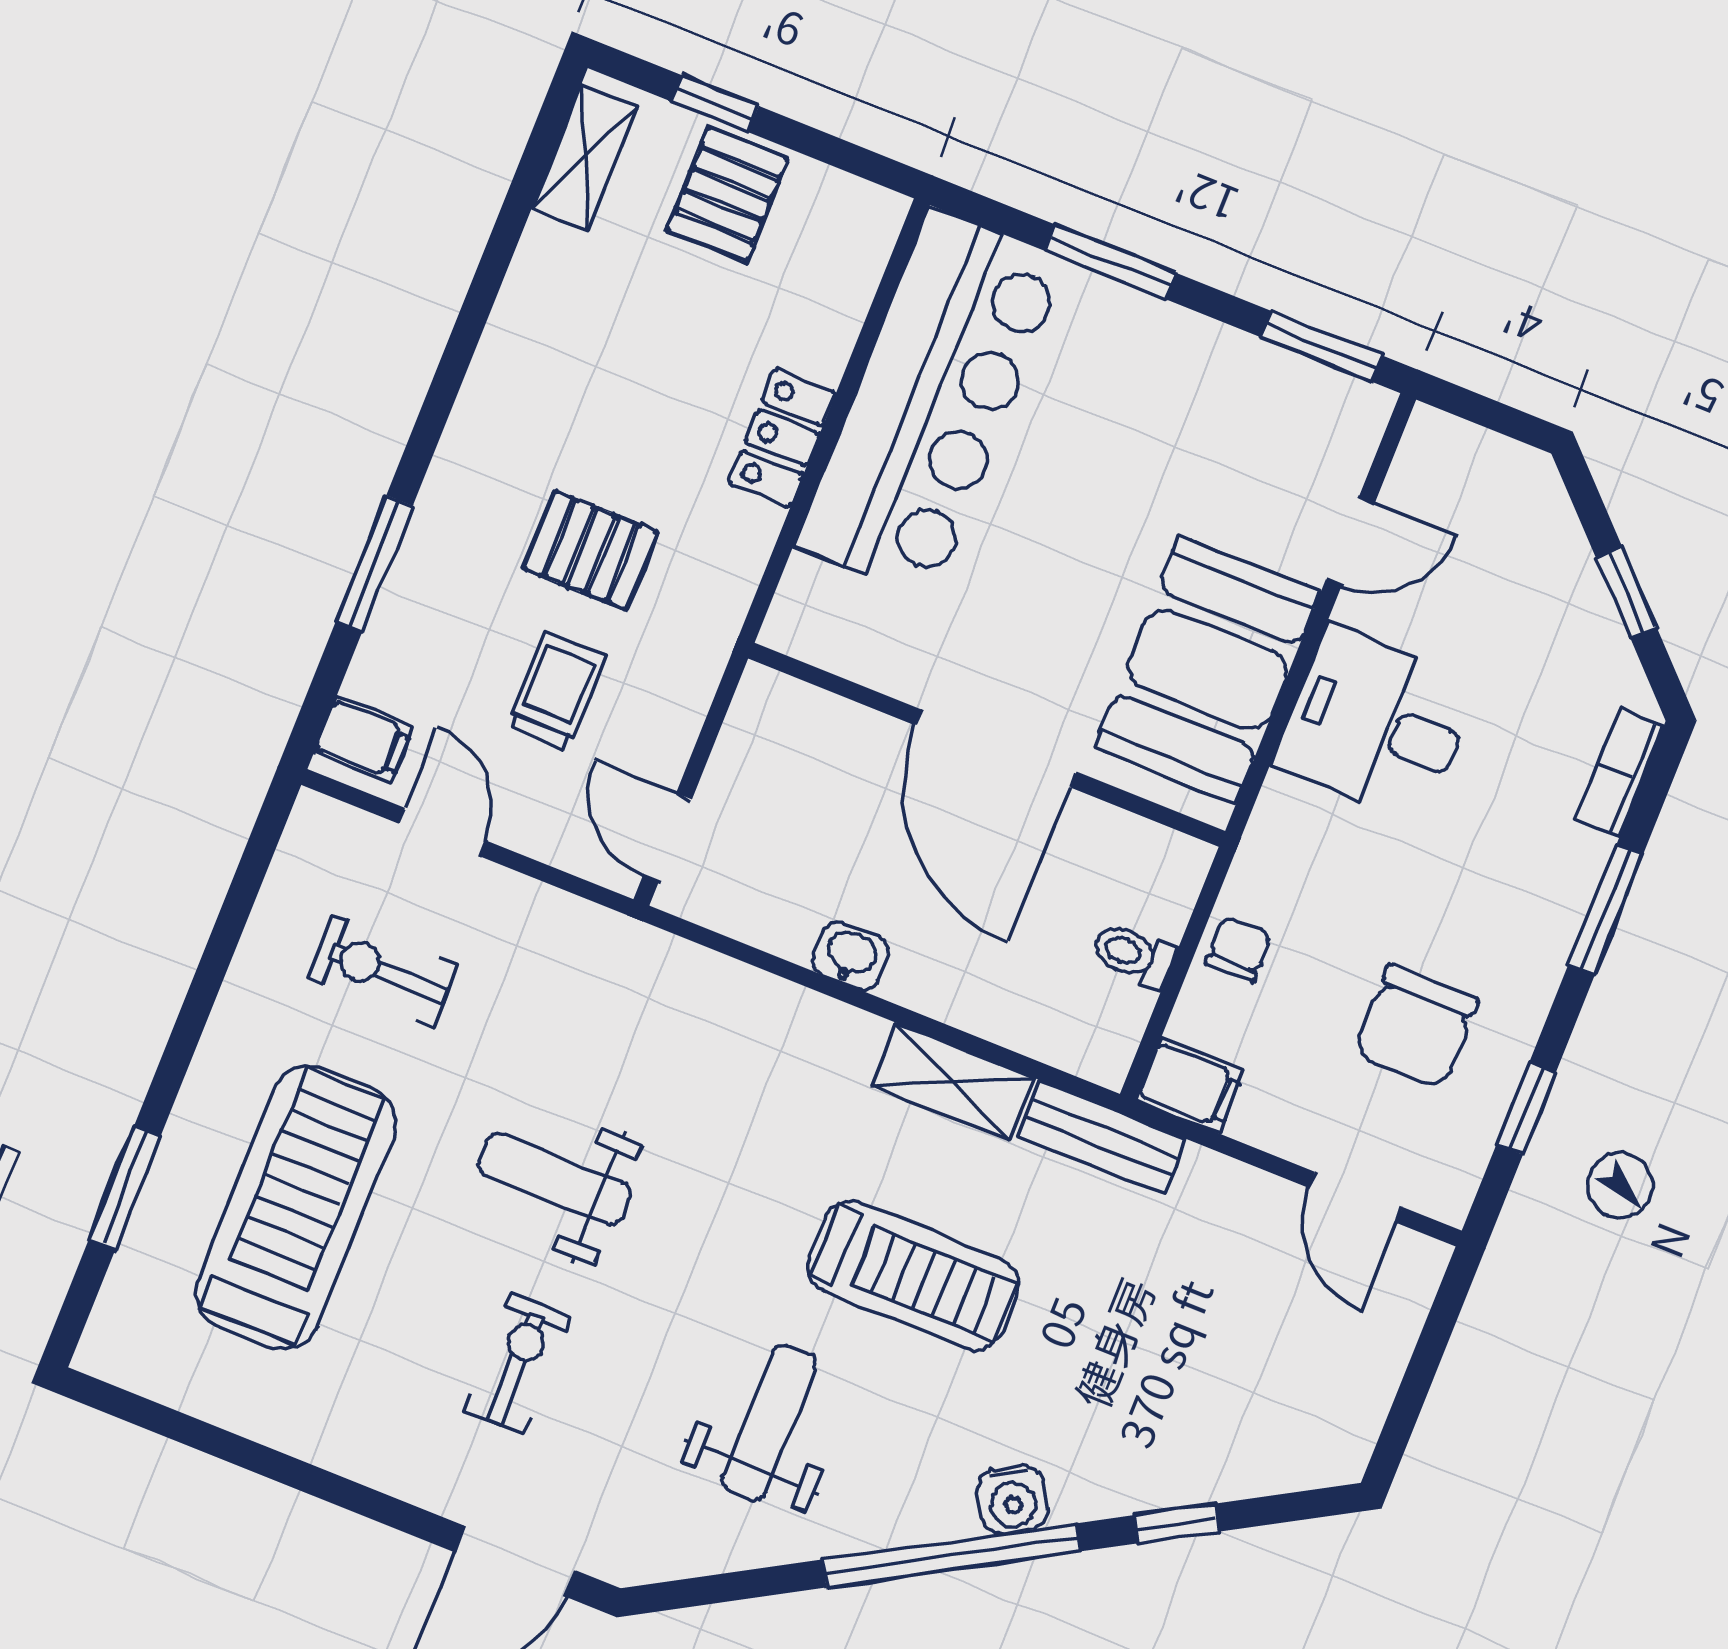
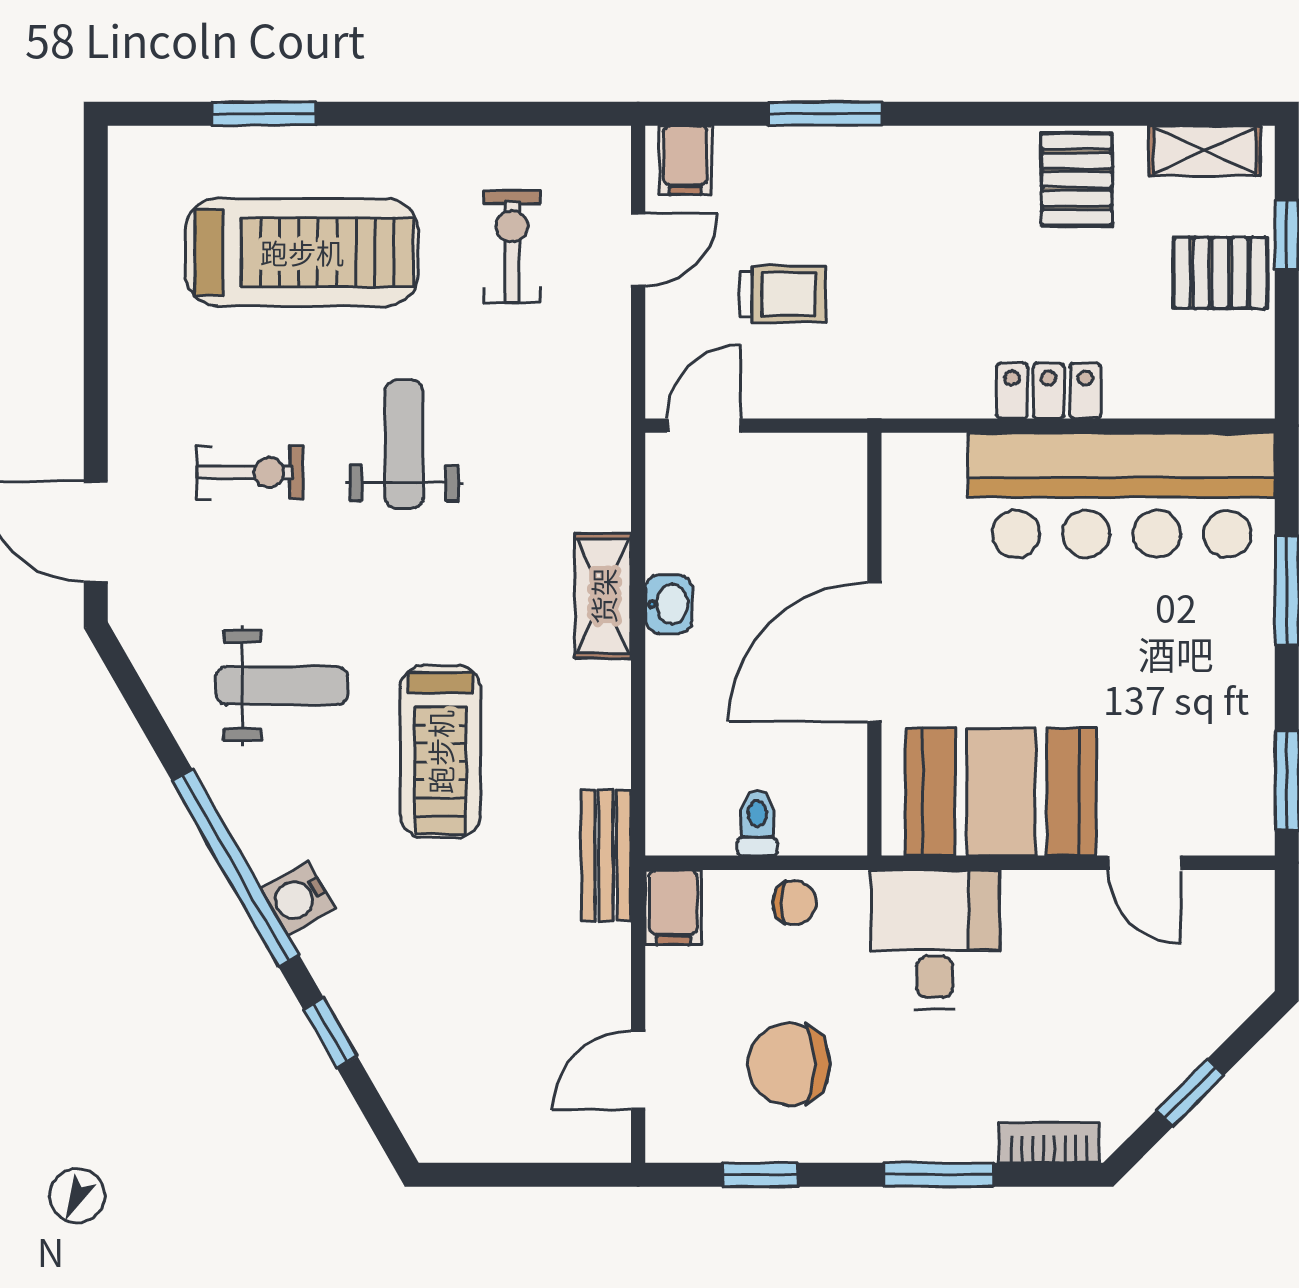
pallet: (591, 550) -> (1077, 179), moved
desk: (1376, 724) -> (935, 939), moved
shelving: (953, 1082) -> (603, 596), moved

